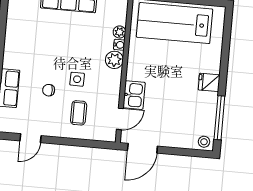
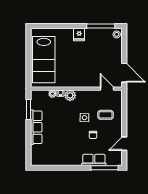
kitchen sink: (134, 95) -> (91, 81), removed
door: (31, 138) -> (124, 144), swing flipped

